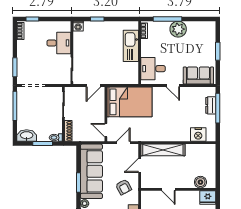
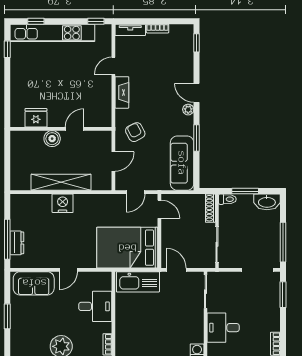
kitchen sink: (131, 46) -> (138, 282), moved, turned 90
desk: (153, 69) -> (95, 306), moved
door: (93, 86) -> (176, 270), hinge flipped
door: (173, 86) -> (68, 270), swing flipped
nightstand: (198, 135) -> (63, 203), moved
shelving: (163, 150) -> (61, 182), moved
sofa: (91, 171) -> (182, 163), width x0.74, depth x0.79
boiler: (200, 182) -> (52, 139), moved
door: (168, 189) -> (75, 129), hinge flipped
fridge: (208, 197) -> (36, 118), moved

